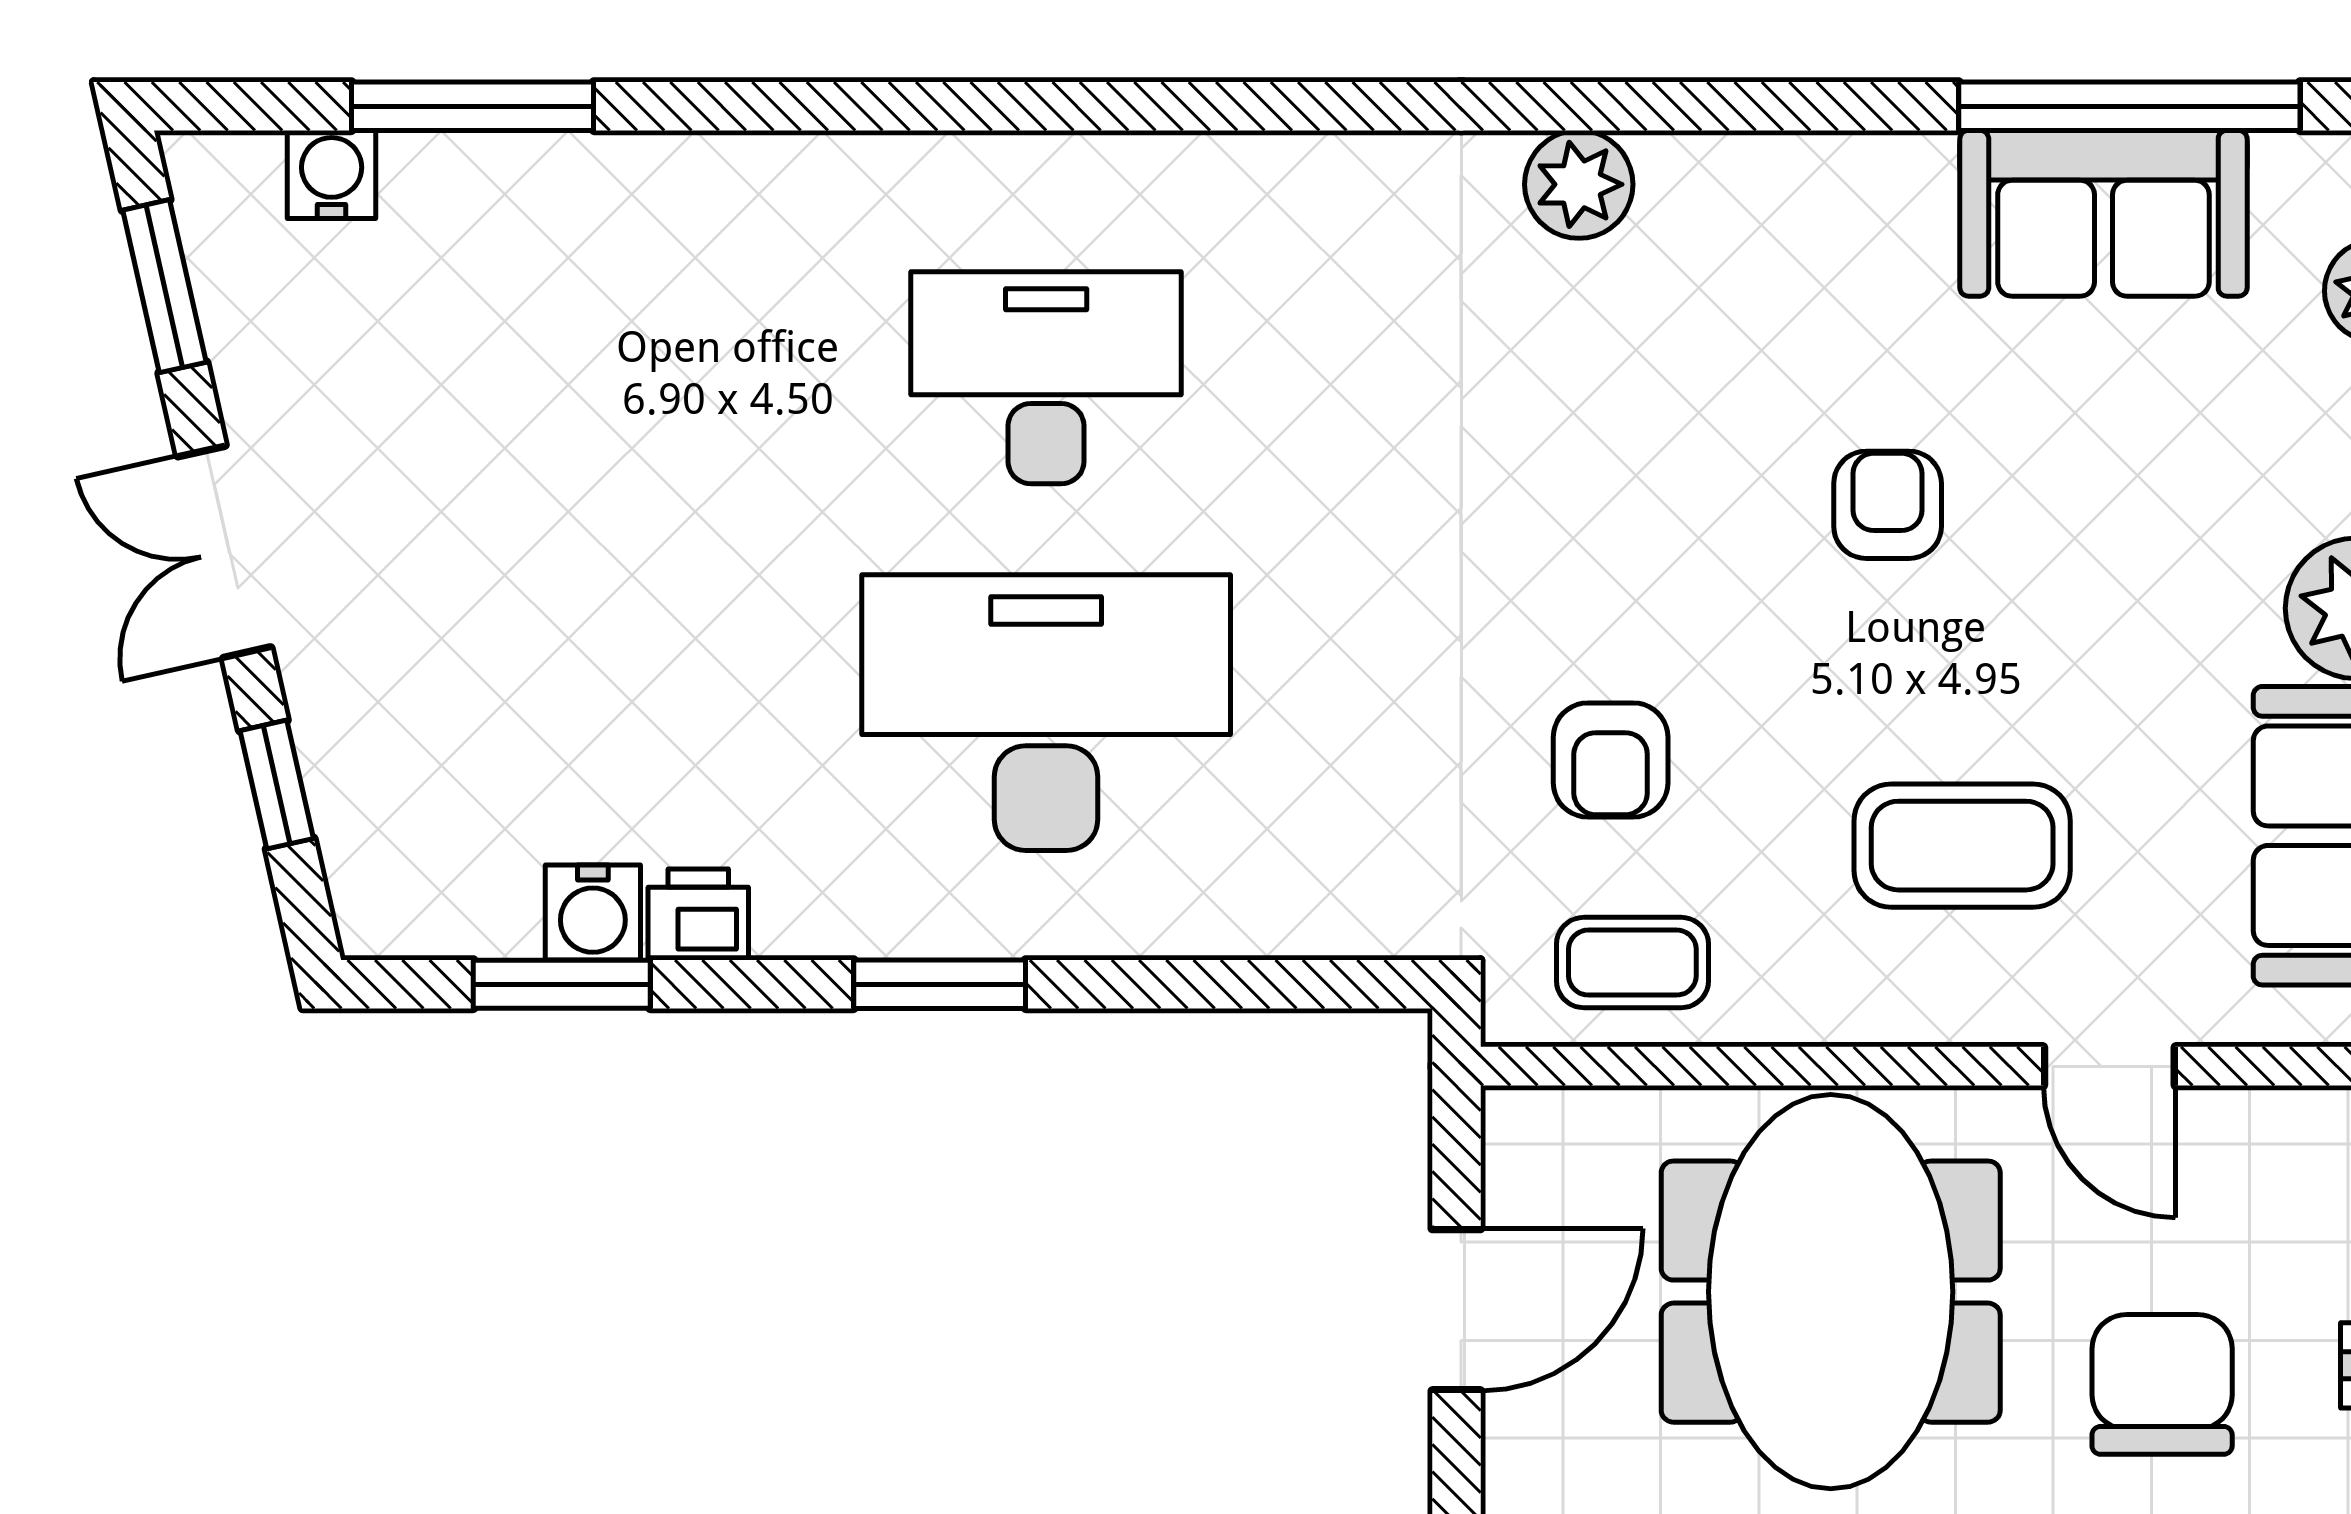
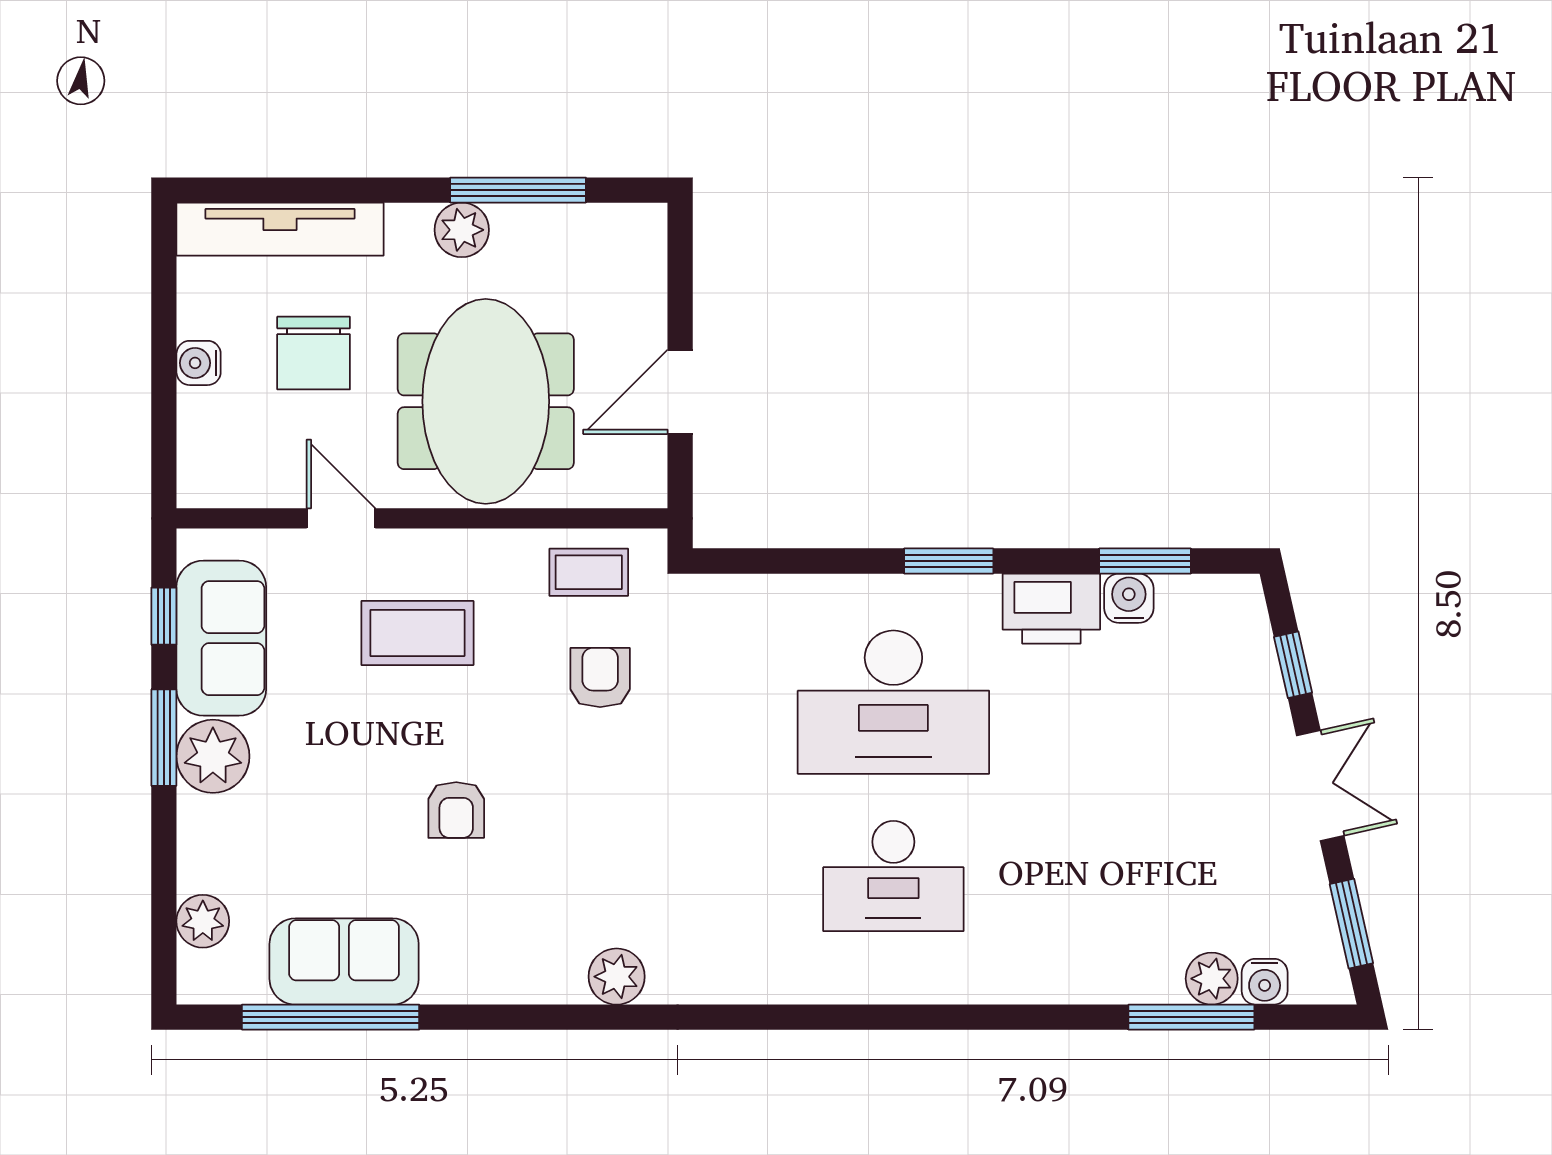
plant: (433, 180) -> (1212, 979), added
printer: (698, 914) -> (1051, 609), width x1.87, depth x1.48

